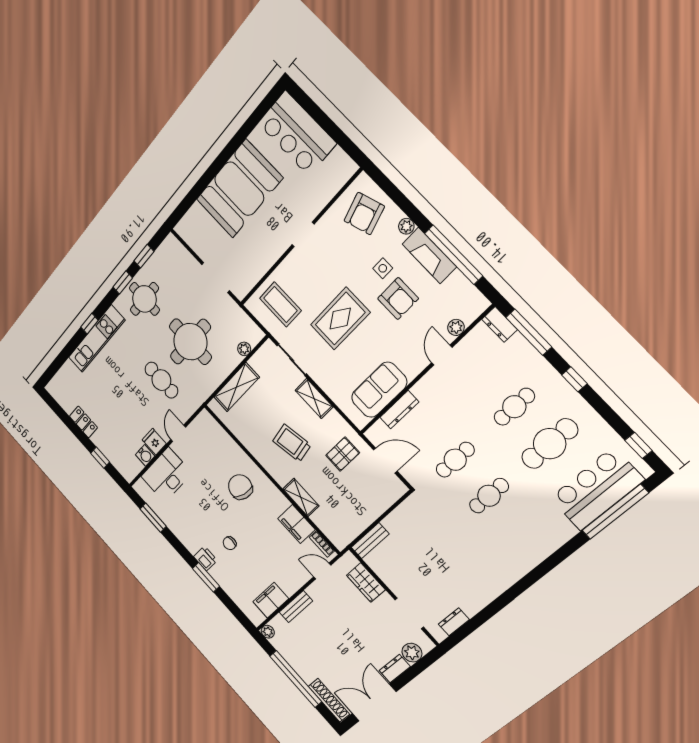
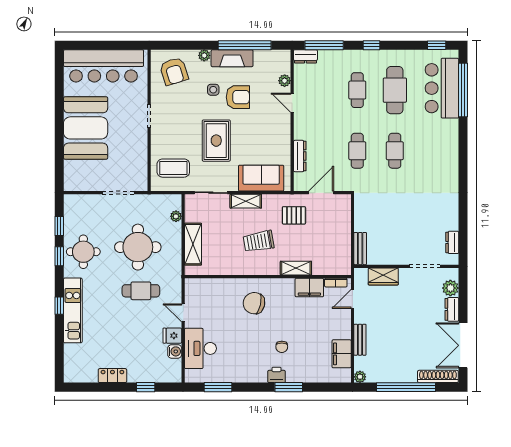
bar counter: (297, 133) -> (104, 66), width x1.36
sofa: (379, 390) -> (261, 178), moved, turned 90
pallet: (343, 454) -> (294, 215), turned 90

